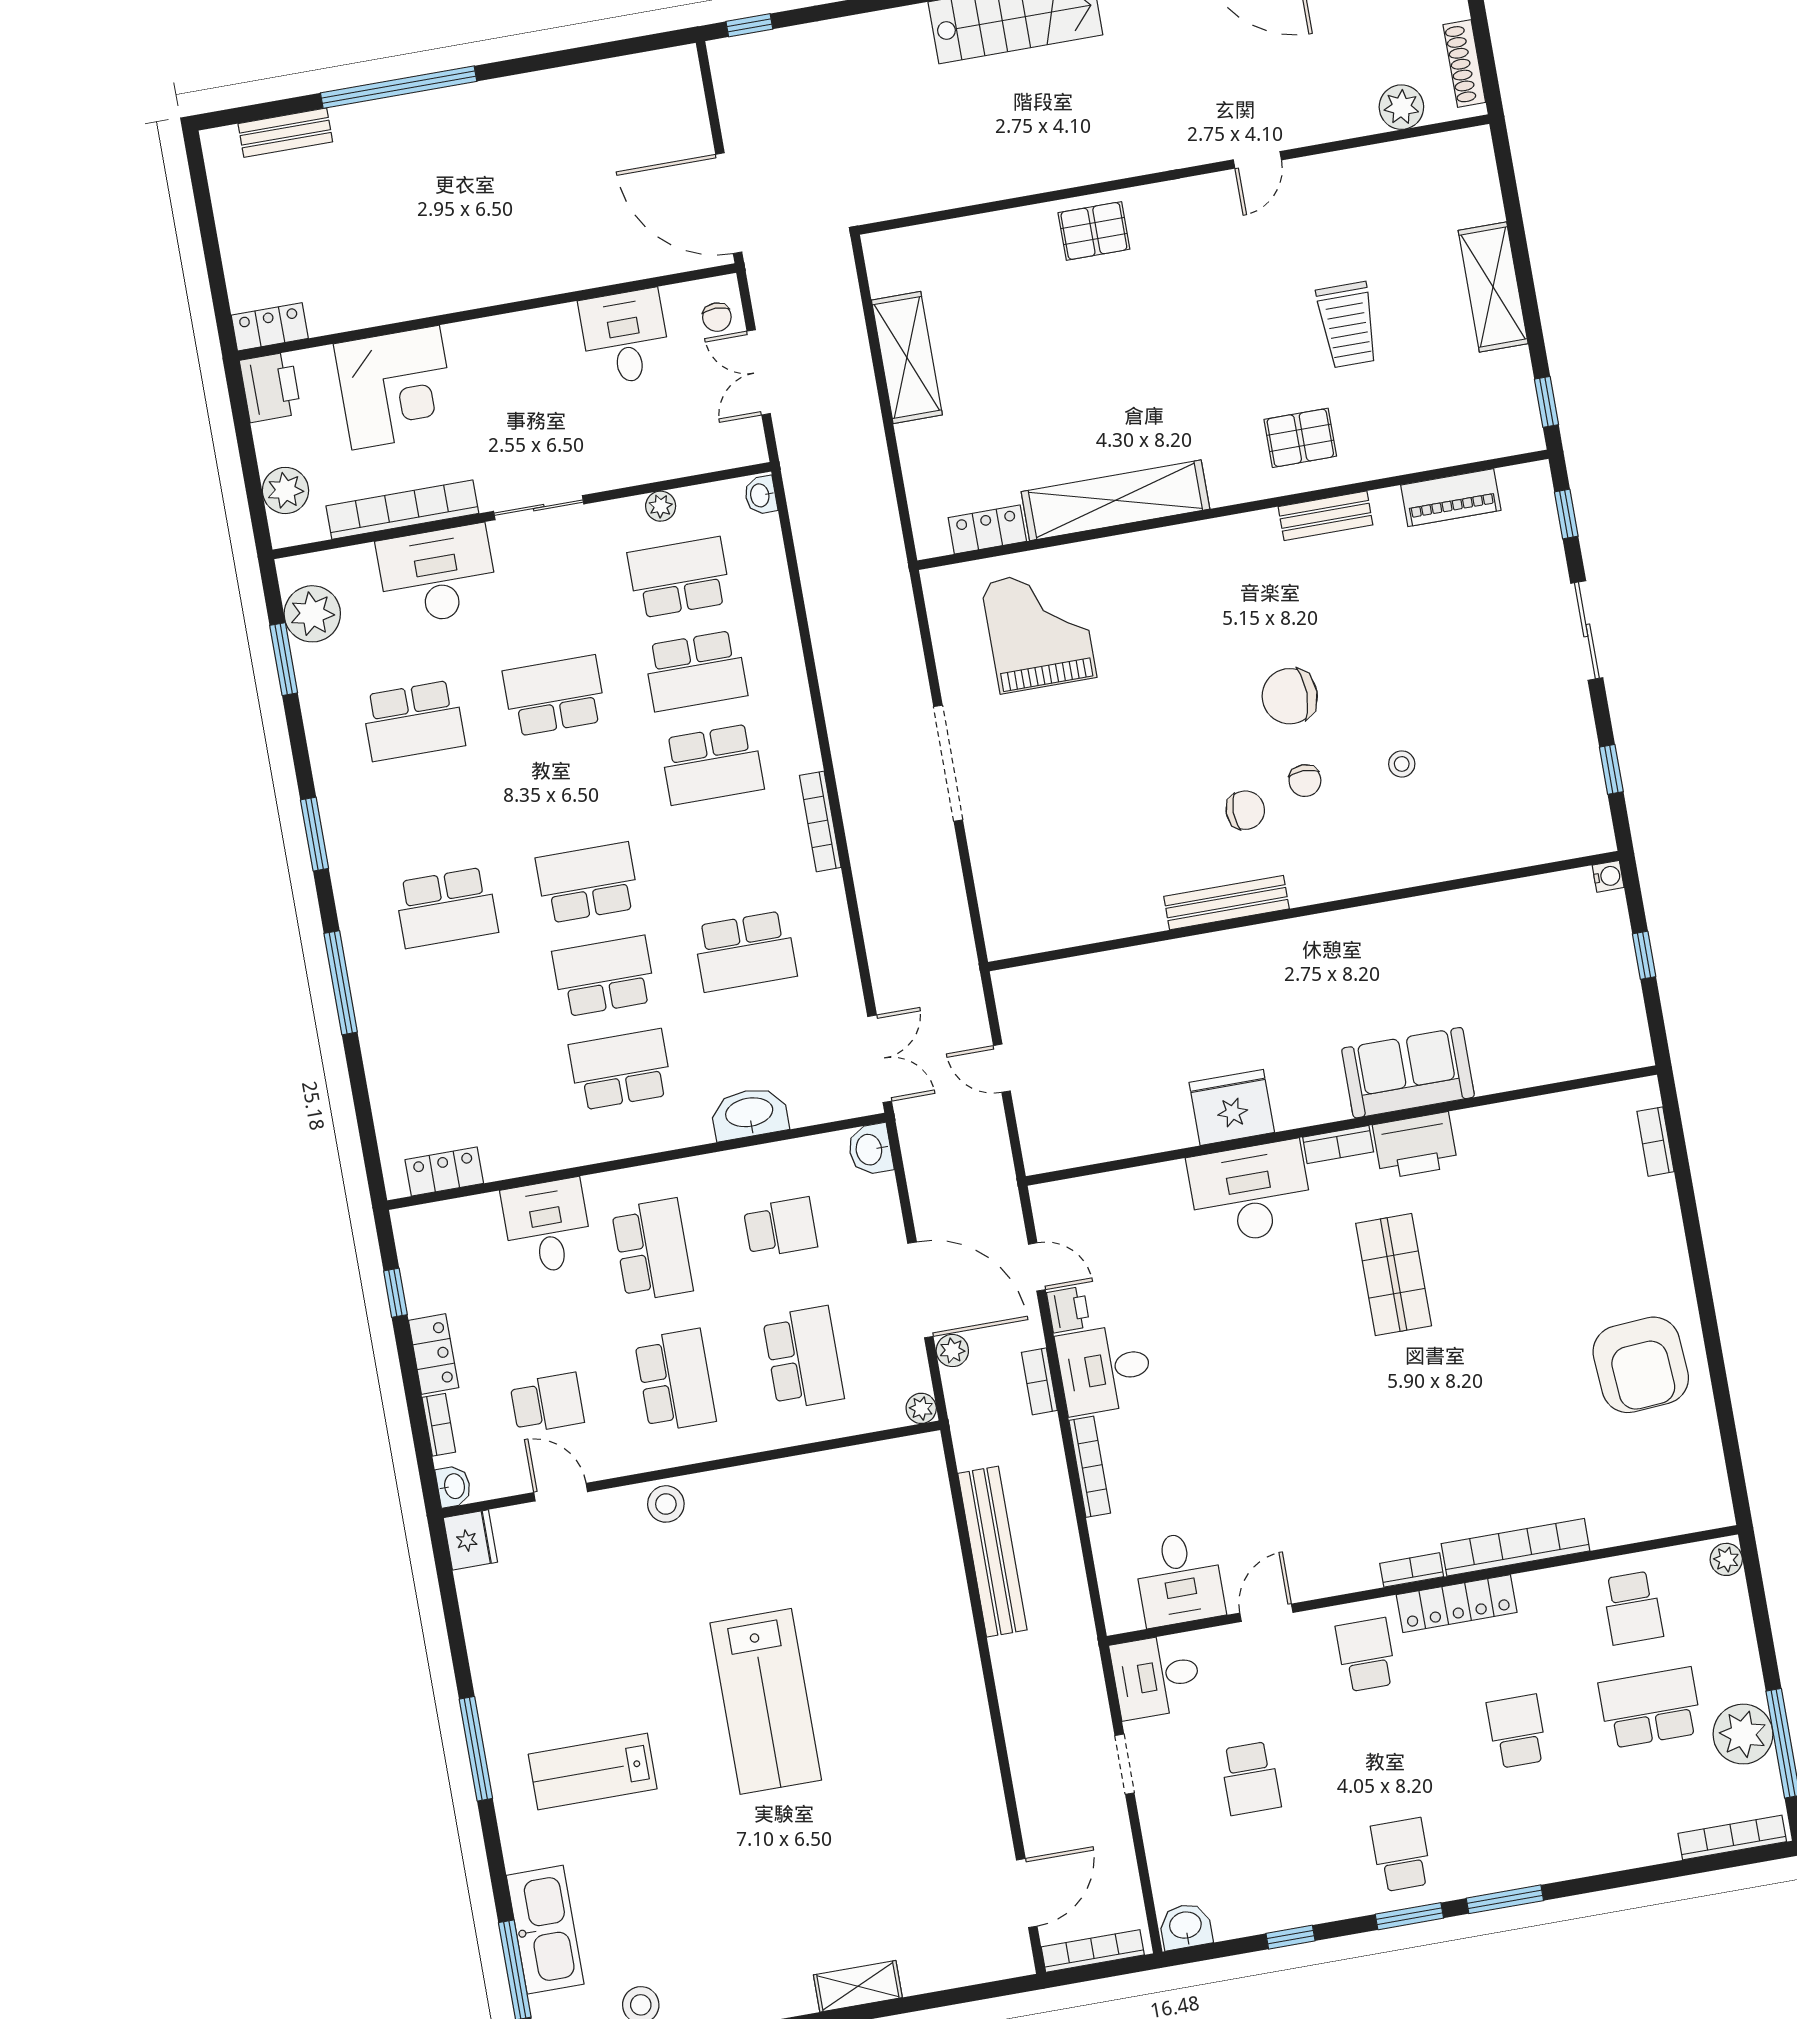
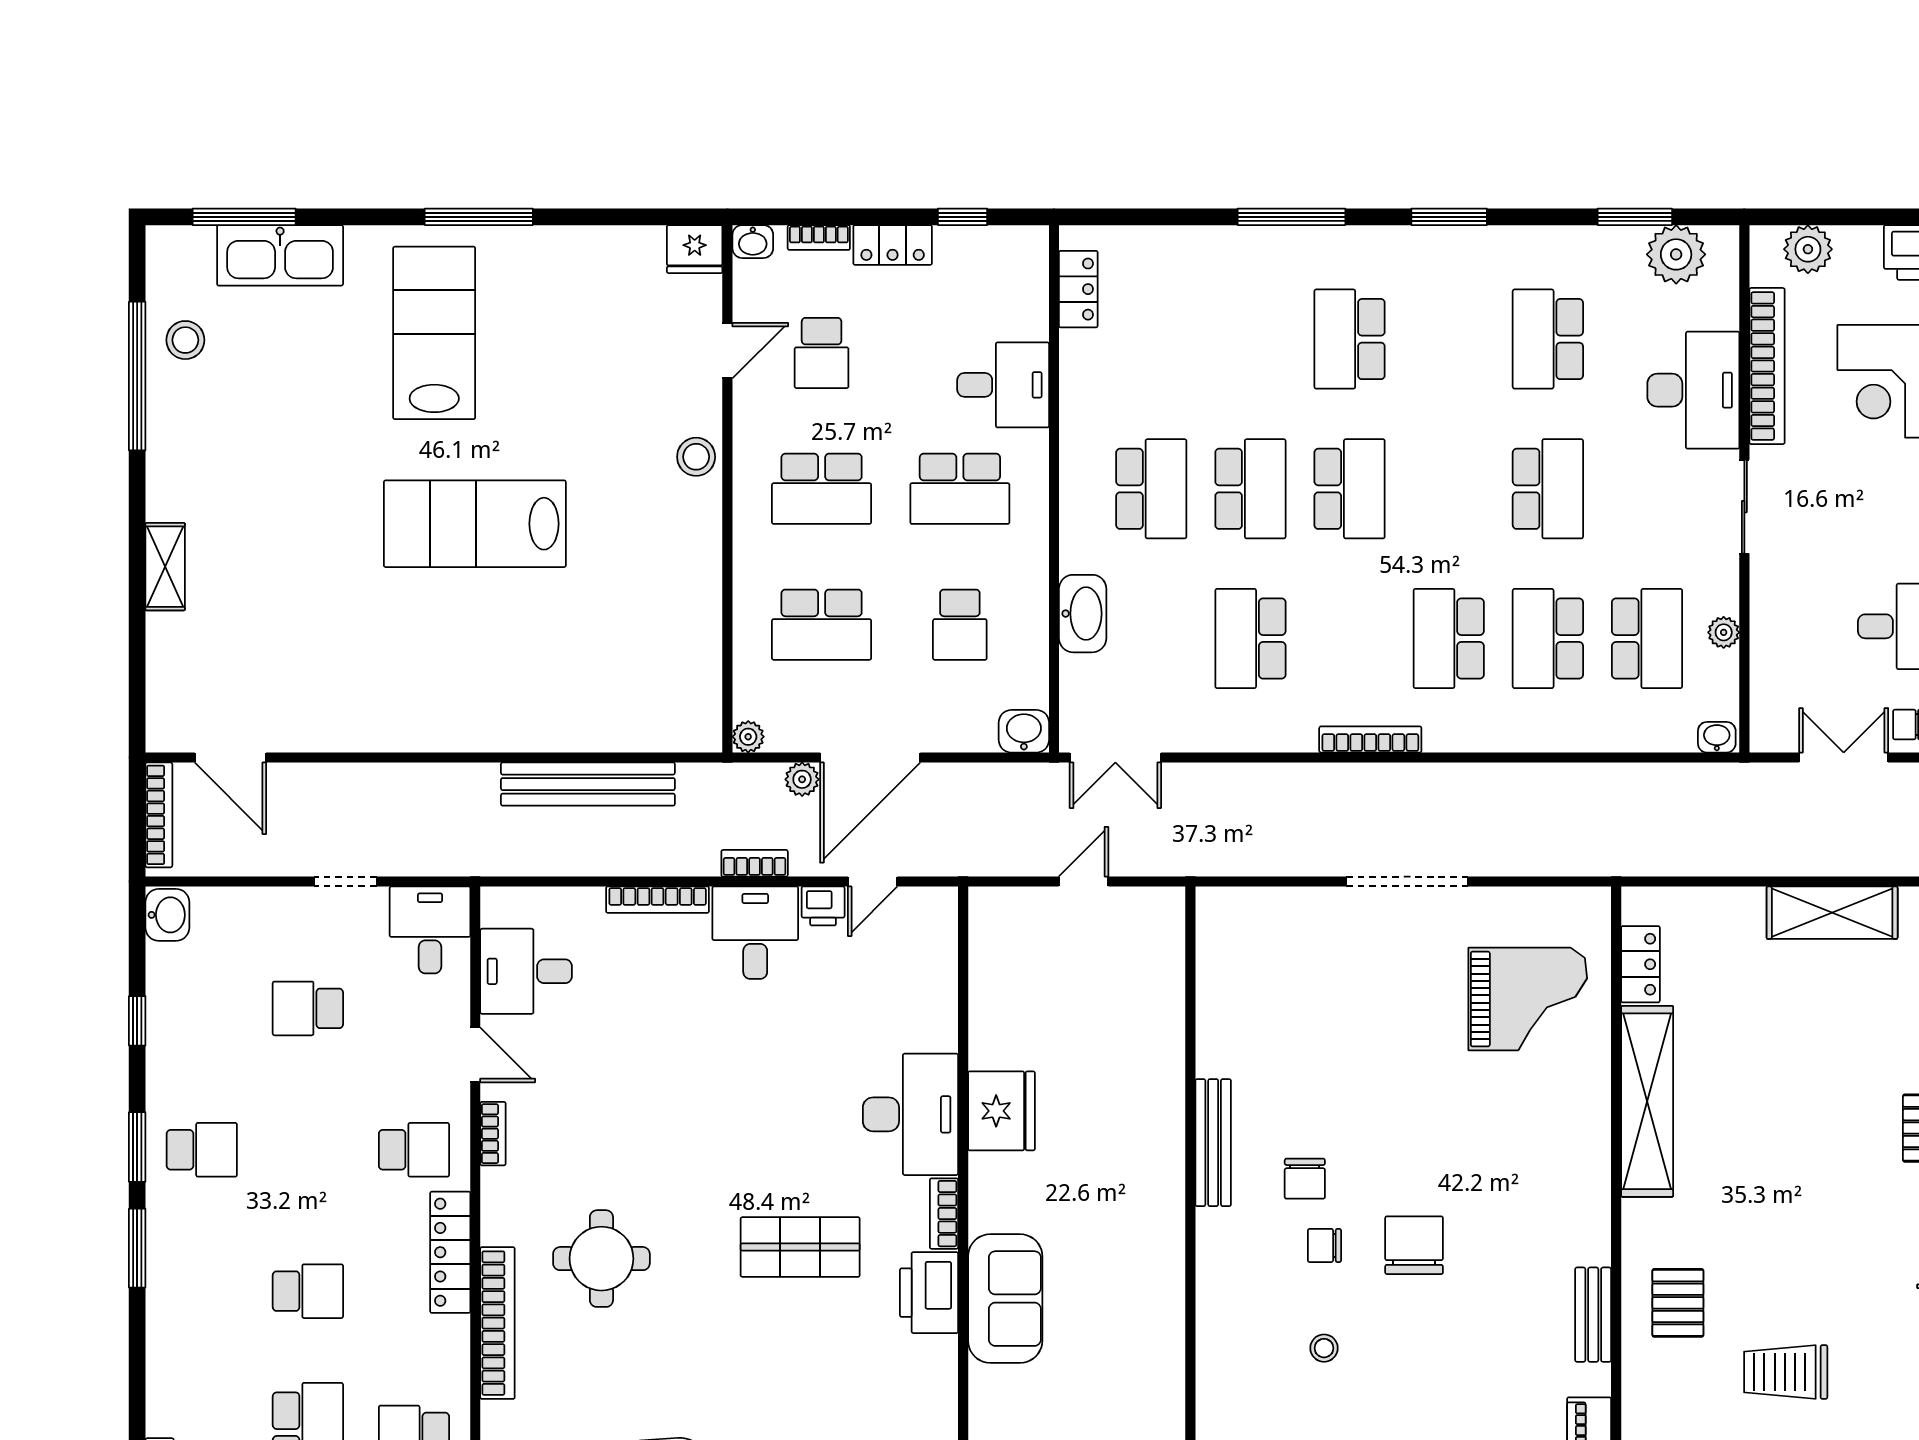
round table: (1437, 1460) -> (601, 1259), added
bookcase: (1412, 1570) -> (493, 1134), moved
lab bench: (593, 1772) -> (434, 333), width x1.36, depth x1.39

